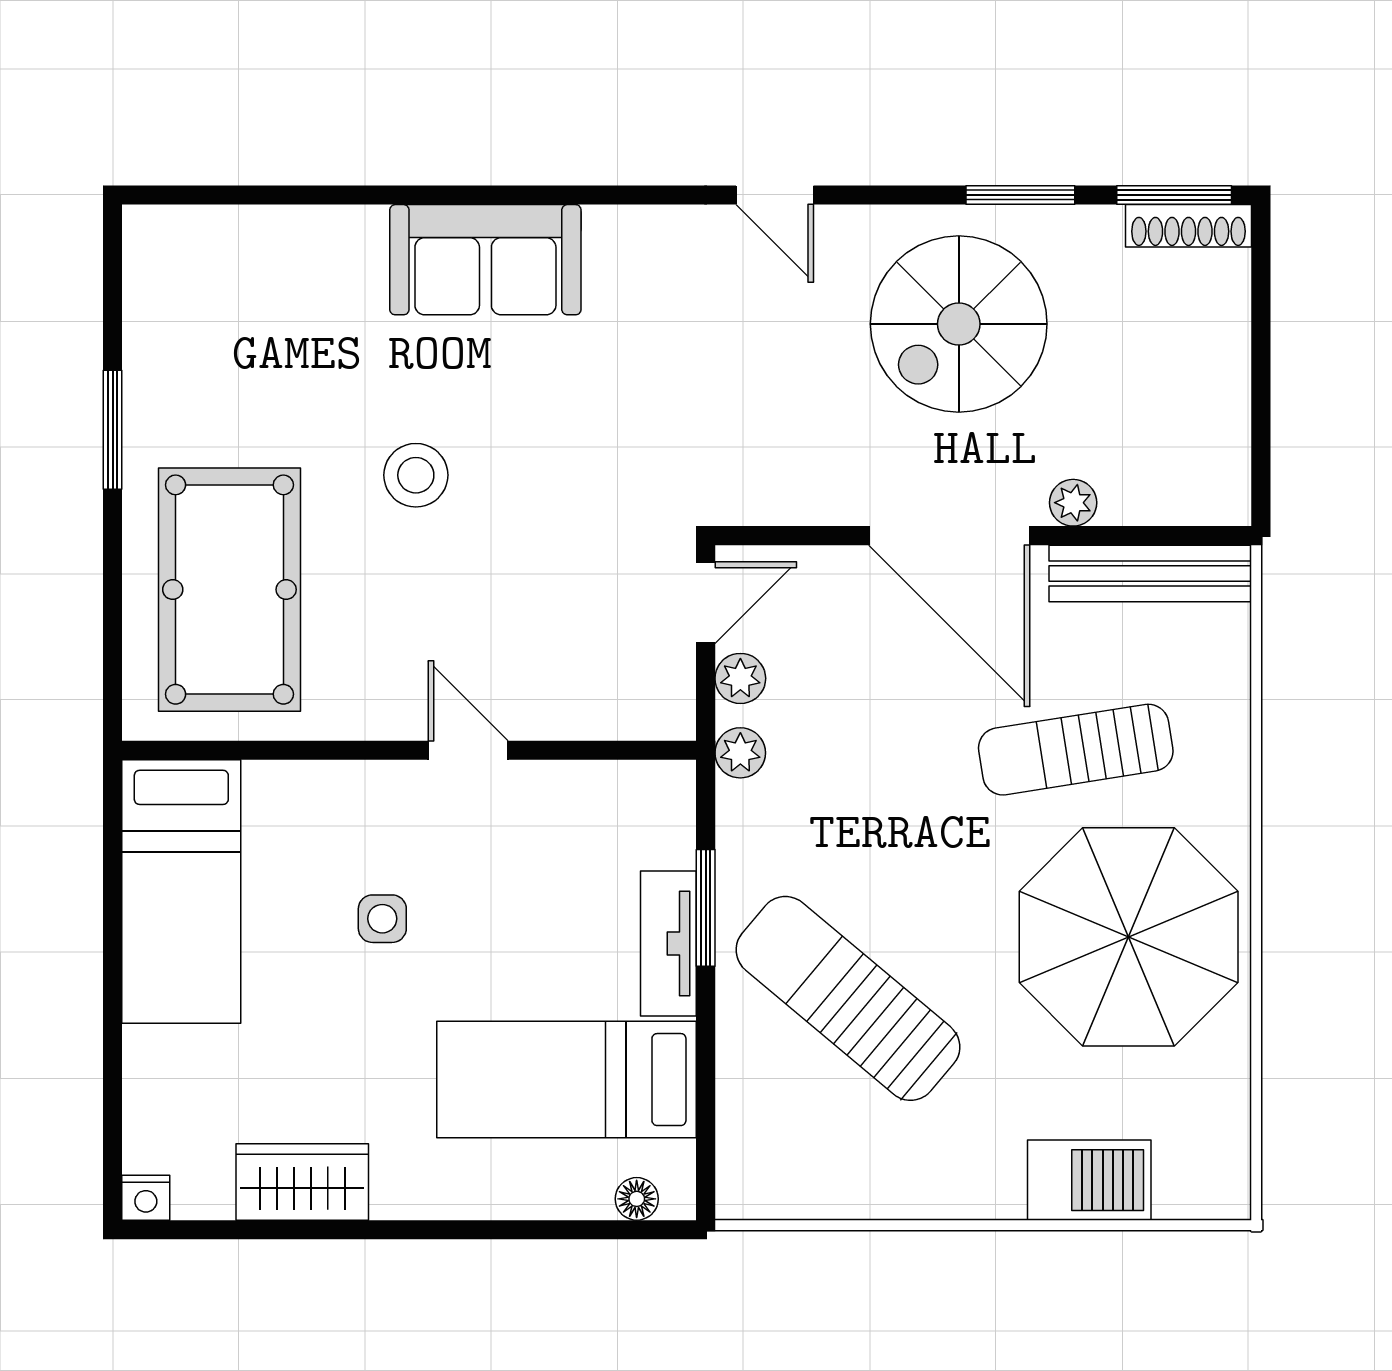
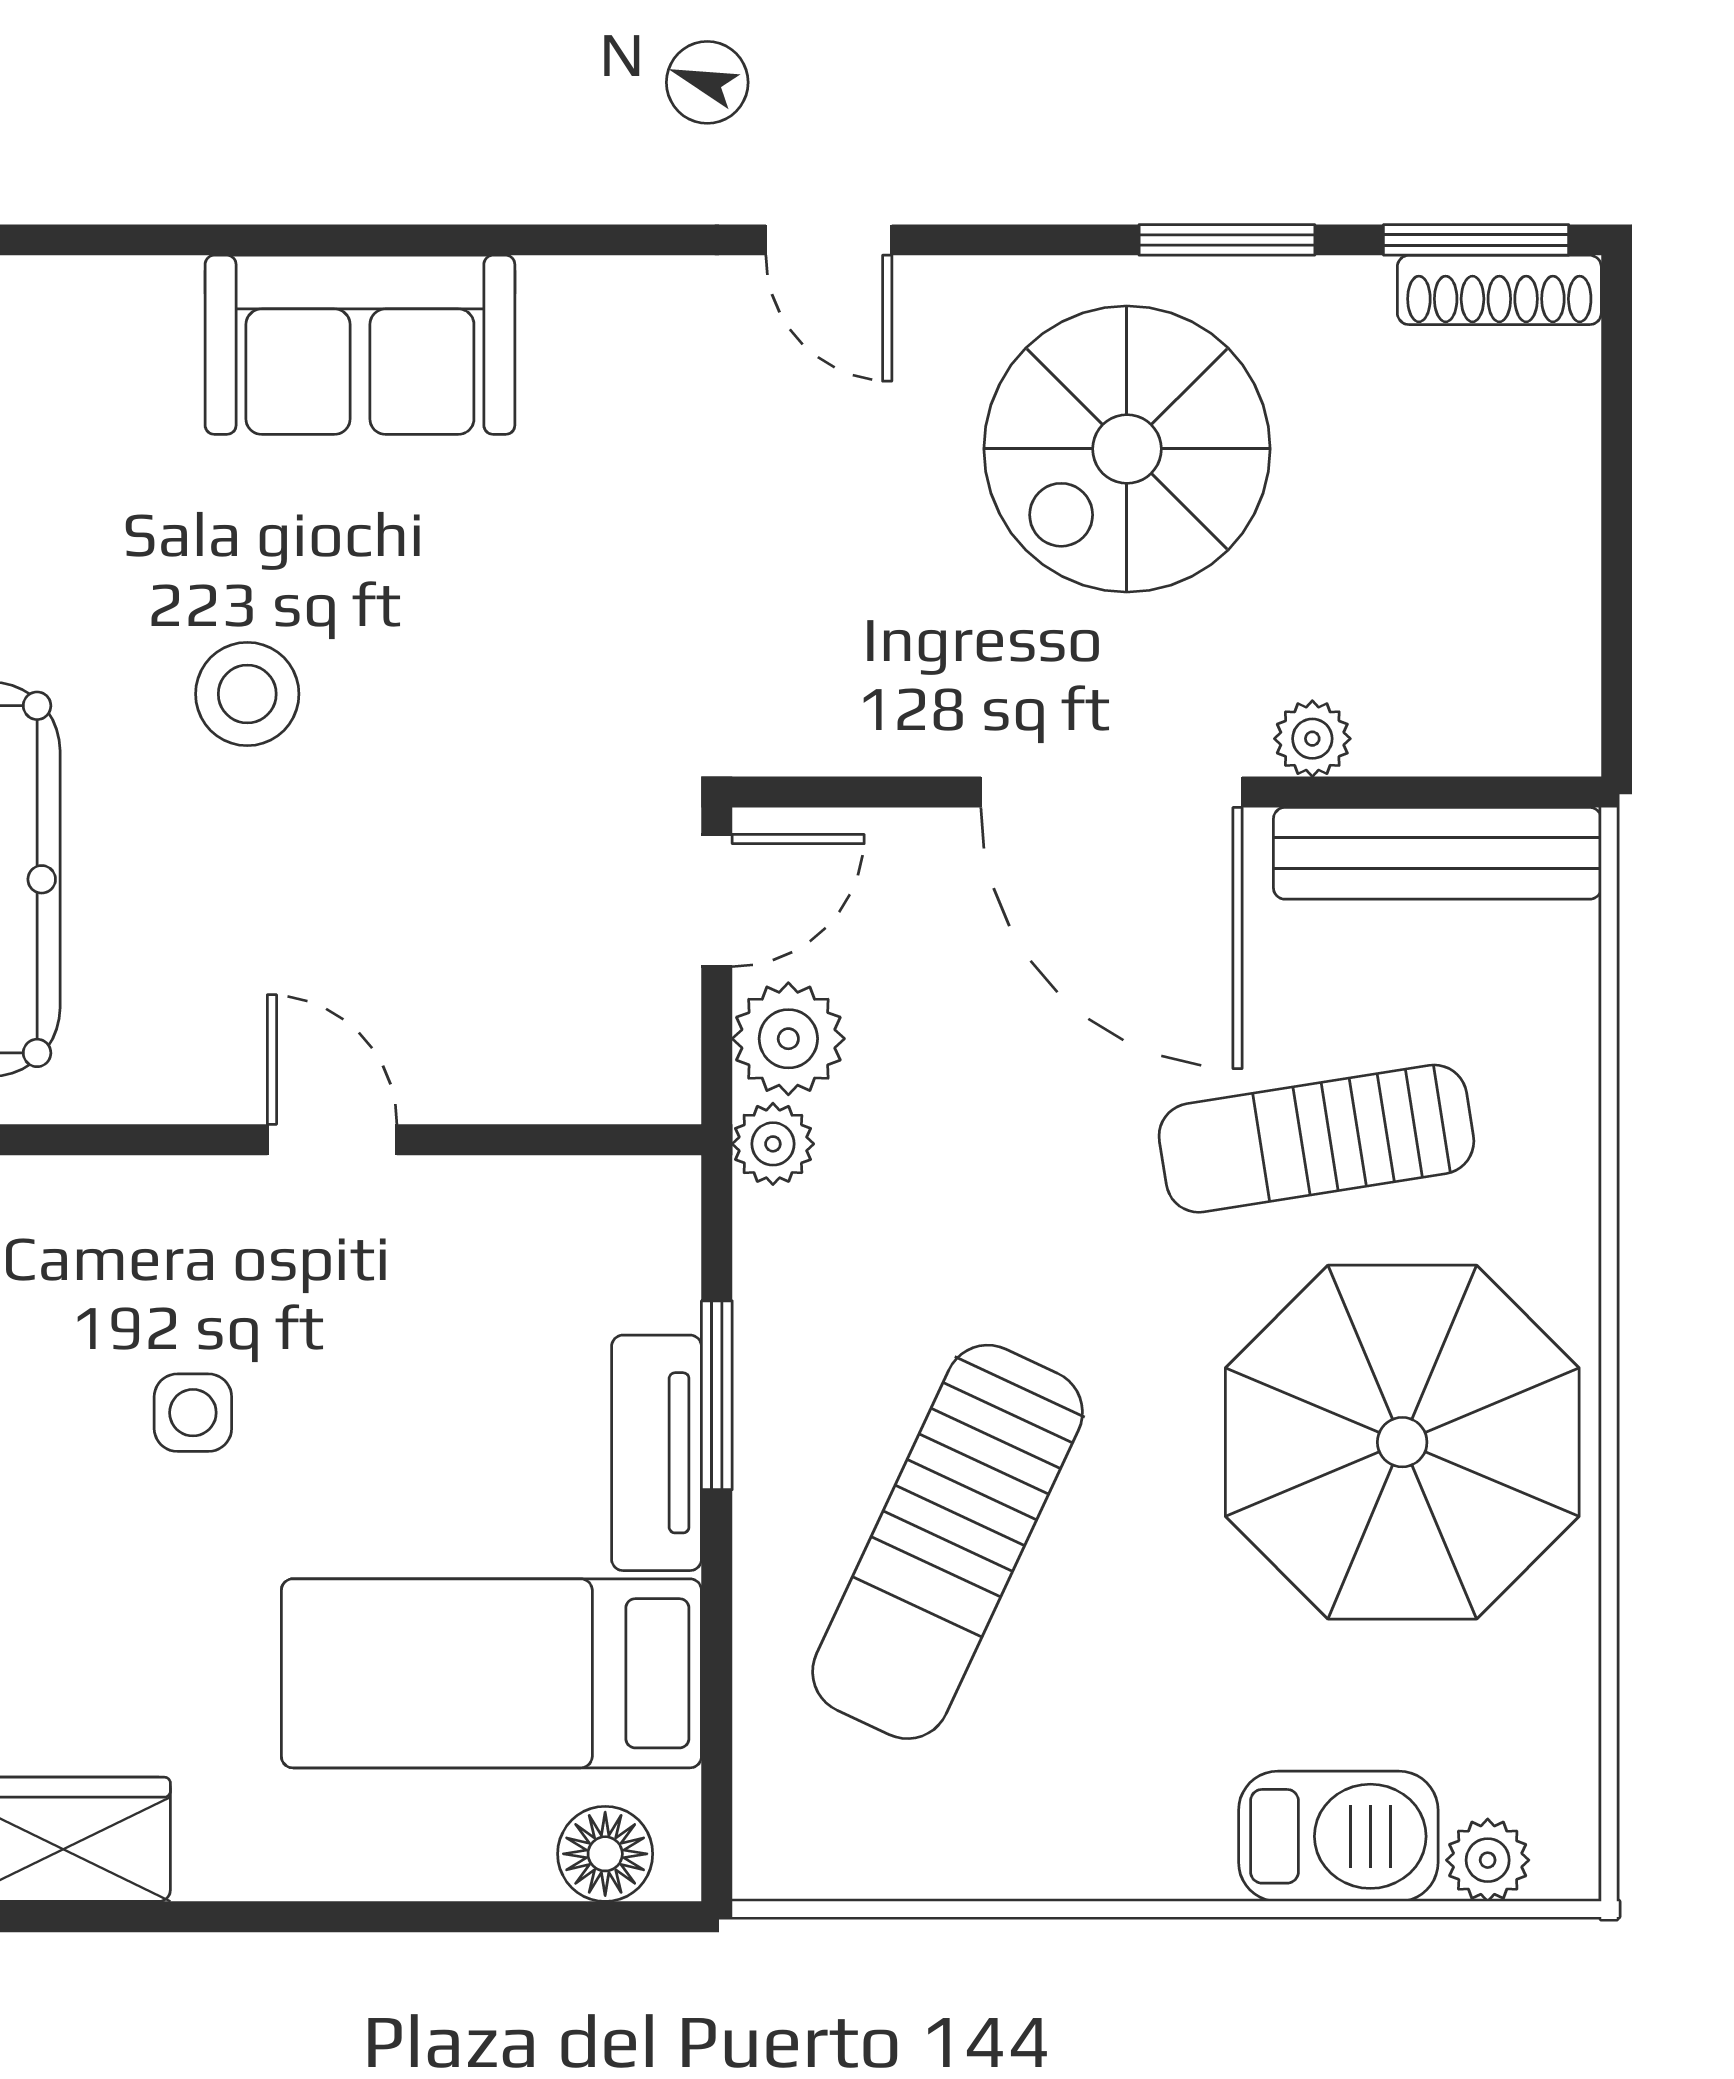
plant: (740, 678) -> (788, 1039), width x1.38, depth x1.38
sun lounger: (848, 998) -> (948, 1542), turned -105
plant: (1181, 1195) -> (1488, 1860), added
floor lamp: (637, 1199) -> (605, 1854), width x1.37, depth x1.37

